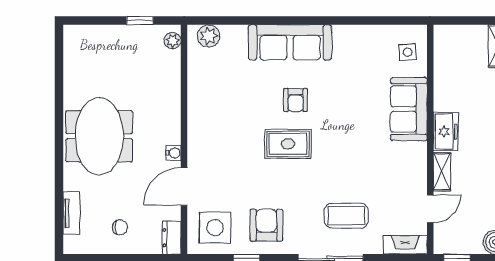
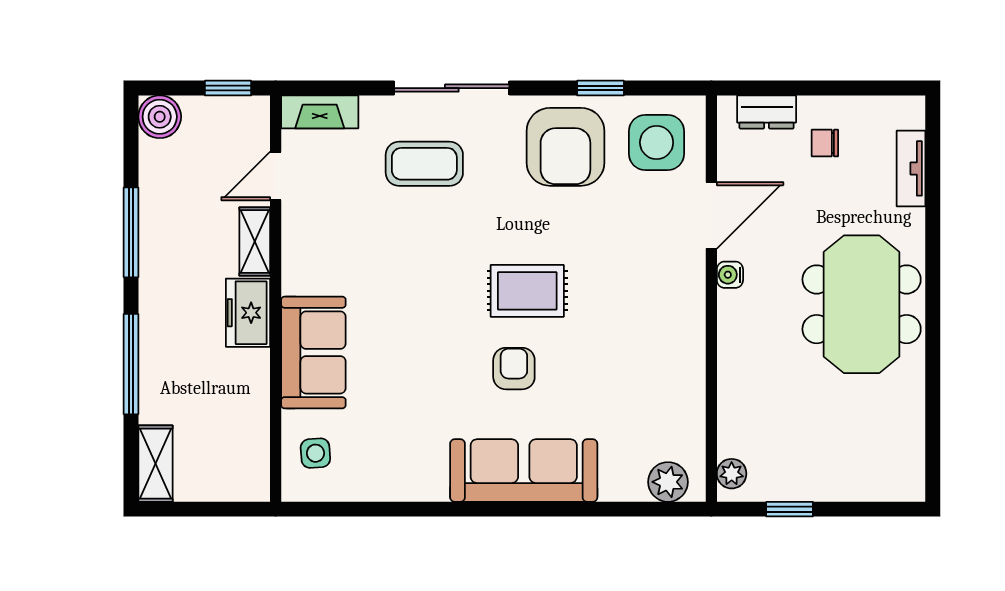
armchair: (266, 225) -> (565, 147), width x1.36, depth x1.36
dresser: (172, 238) -> (767, 112), moved, turned 90

